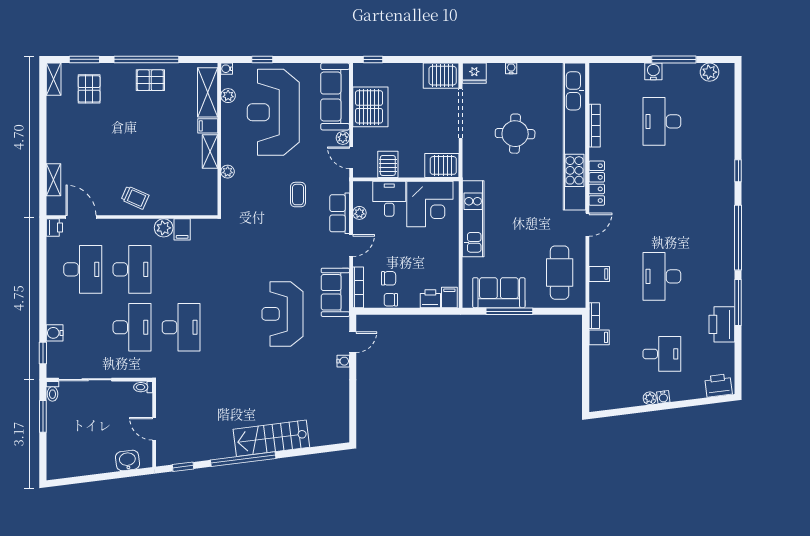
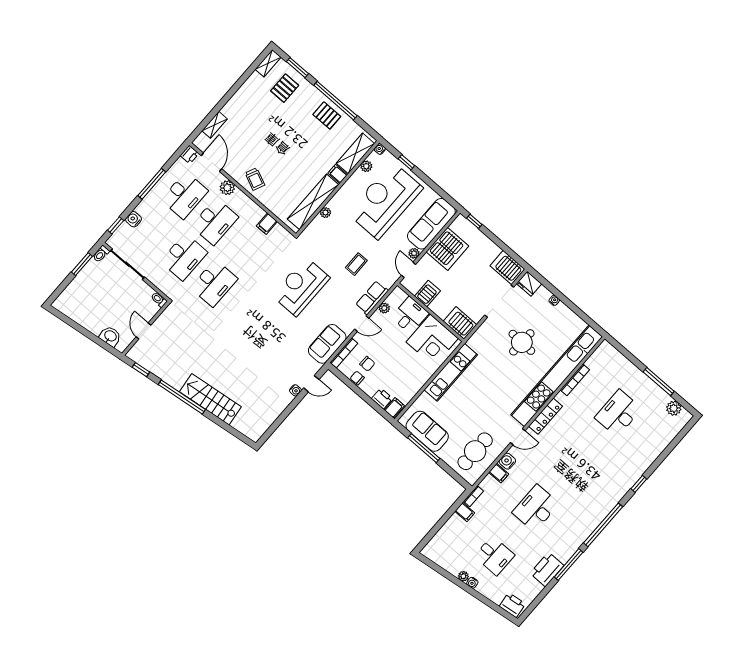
water cooler: (653, 71) -> (507, 461), moved, turned -90
shelving: (210, 151) -> (313, 202), width x2.20, depth x1.33
plant: (164, 228) -> (227, 188), moved
window: (43, 285) -> (152, 184), added
reception desk: (282, 314) -> (301, 287), moved

